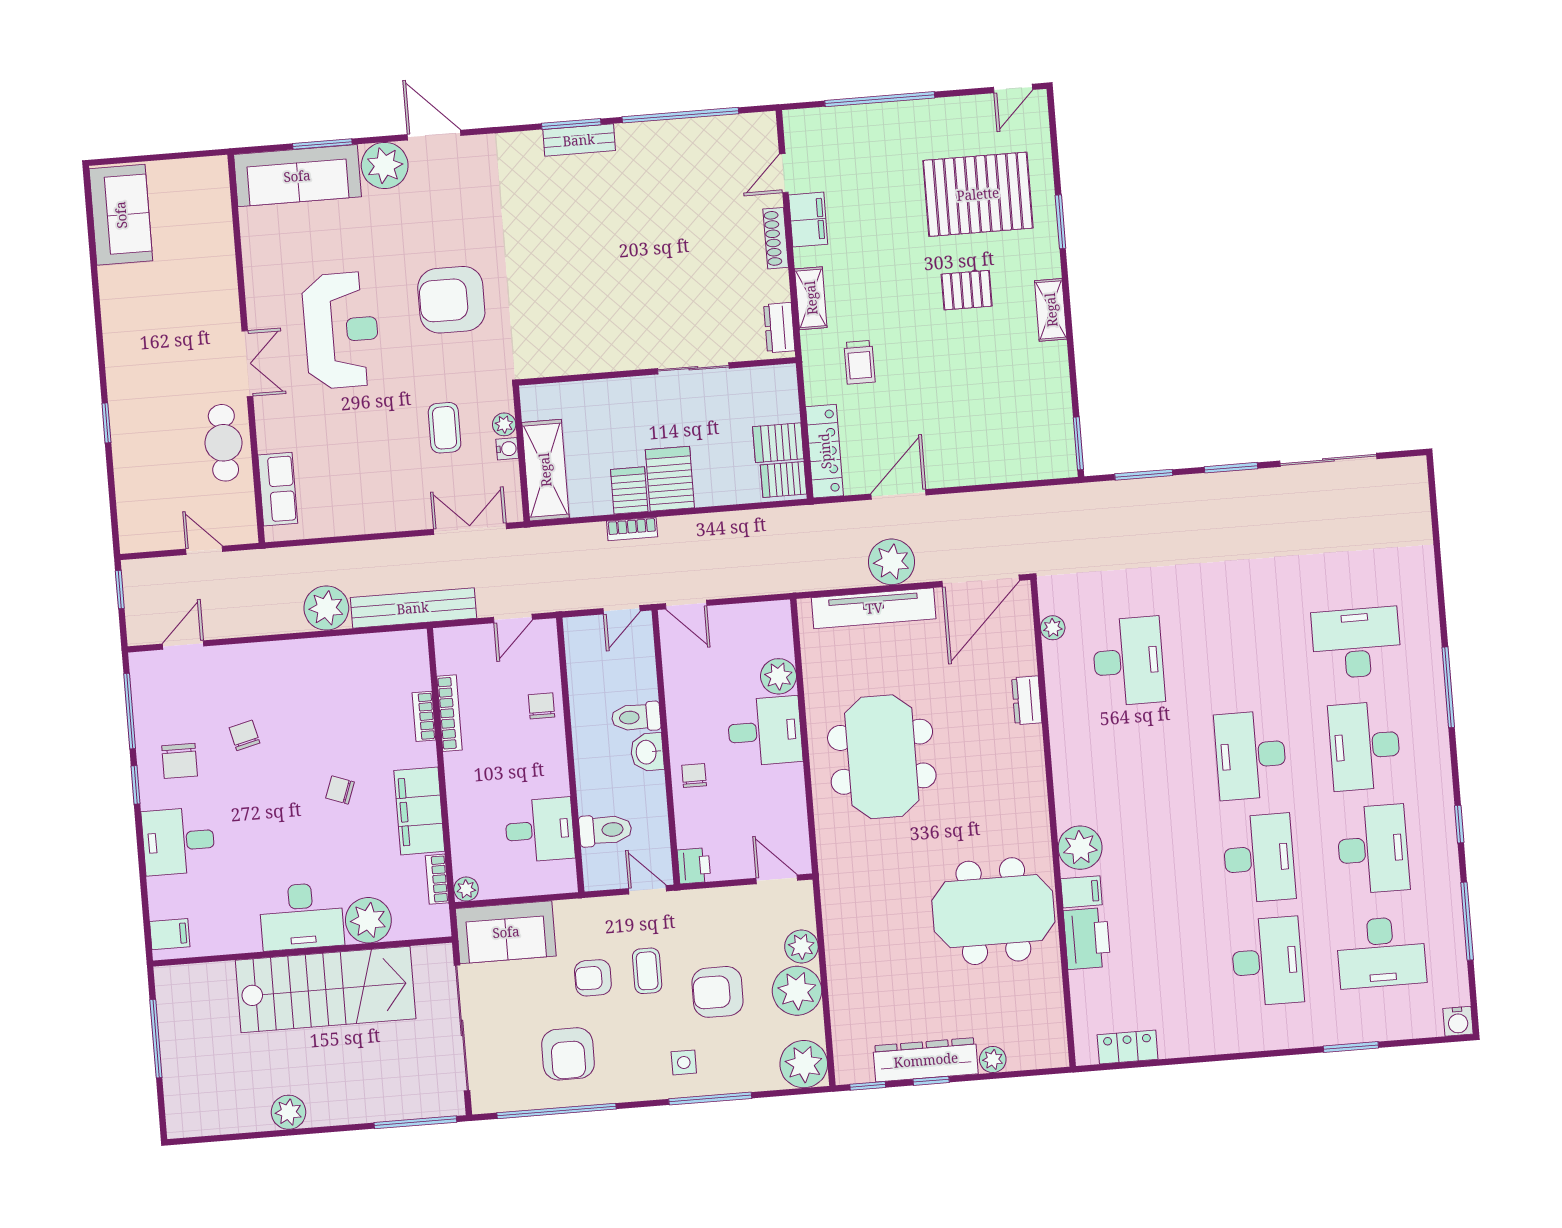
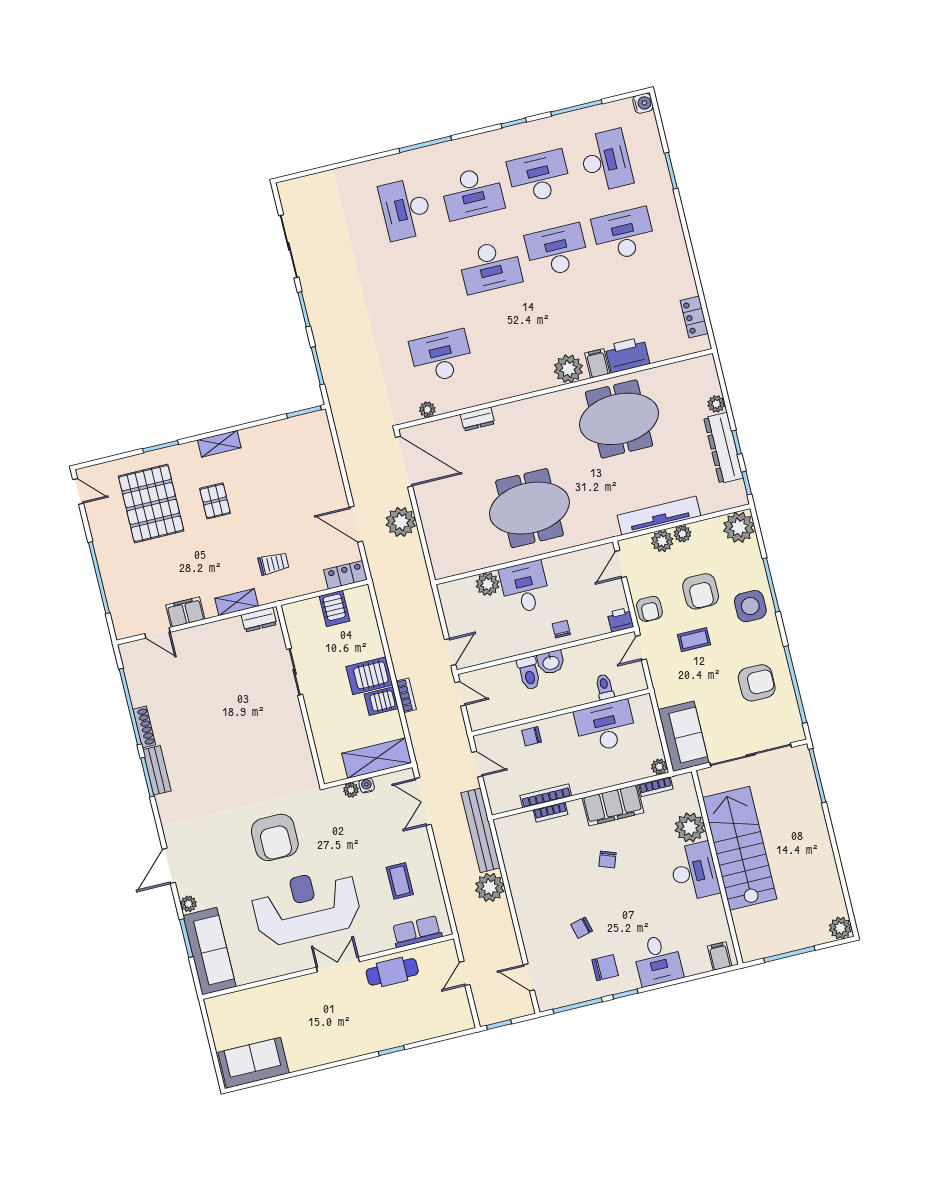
plant: (385, 165) -> (188, 904), width x0.53, depth x0.53
shoe rack: (776, 238) -> (144, 727), moved, turned -90
reception desk: (341, 330) -> (306, 906), width x1.36, depth x1.30
coffee table: (445, 428) -> (400, 881), moved, turned 90
locker: (825, 451) -> (346, 575), width x0.66
server rack: (783, 479) -> (358, 601), removed
tv unit: (874, 608) -> (659, 516), moved, turned -90
chair: (694, 776) -> (561, 629), turned 90
desk: (540, 830) -> (606, 726), width x1.37
toilet: (605, 830) -> (605, 687), width x0.73, depth x0.72
meeting table: (993, 911) -> (619, 419), turned 90
armchair: (593, 978) -> (649, 609), moved
plant: (797, 991) -> (682, 534), width x0.53, depth x0.53
side table: (684, 1062) -> (750, 606), width x1.87, depth x1.87
plant: (289, 1112) -> (840, 928), moved

